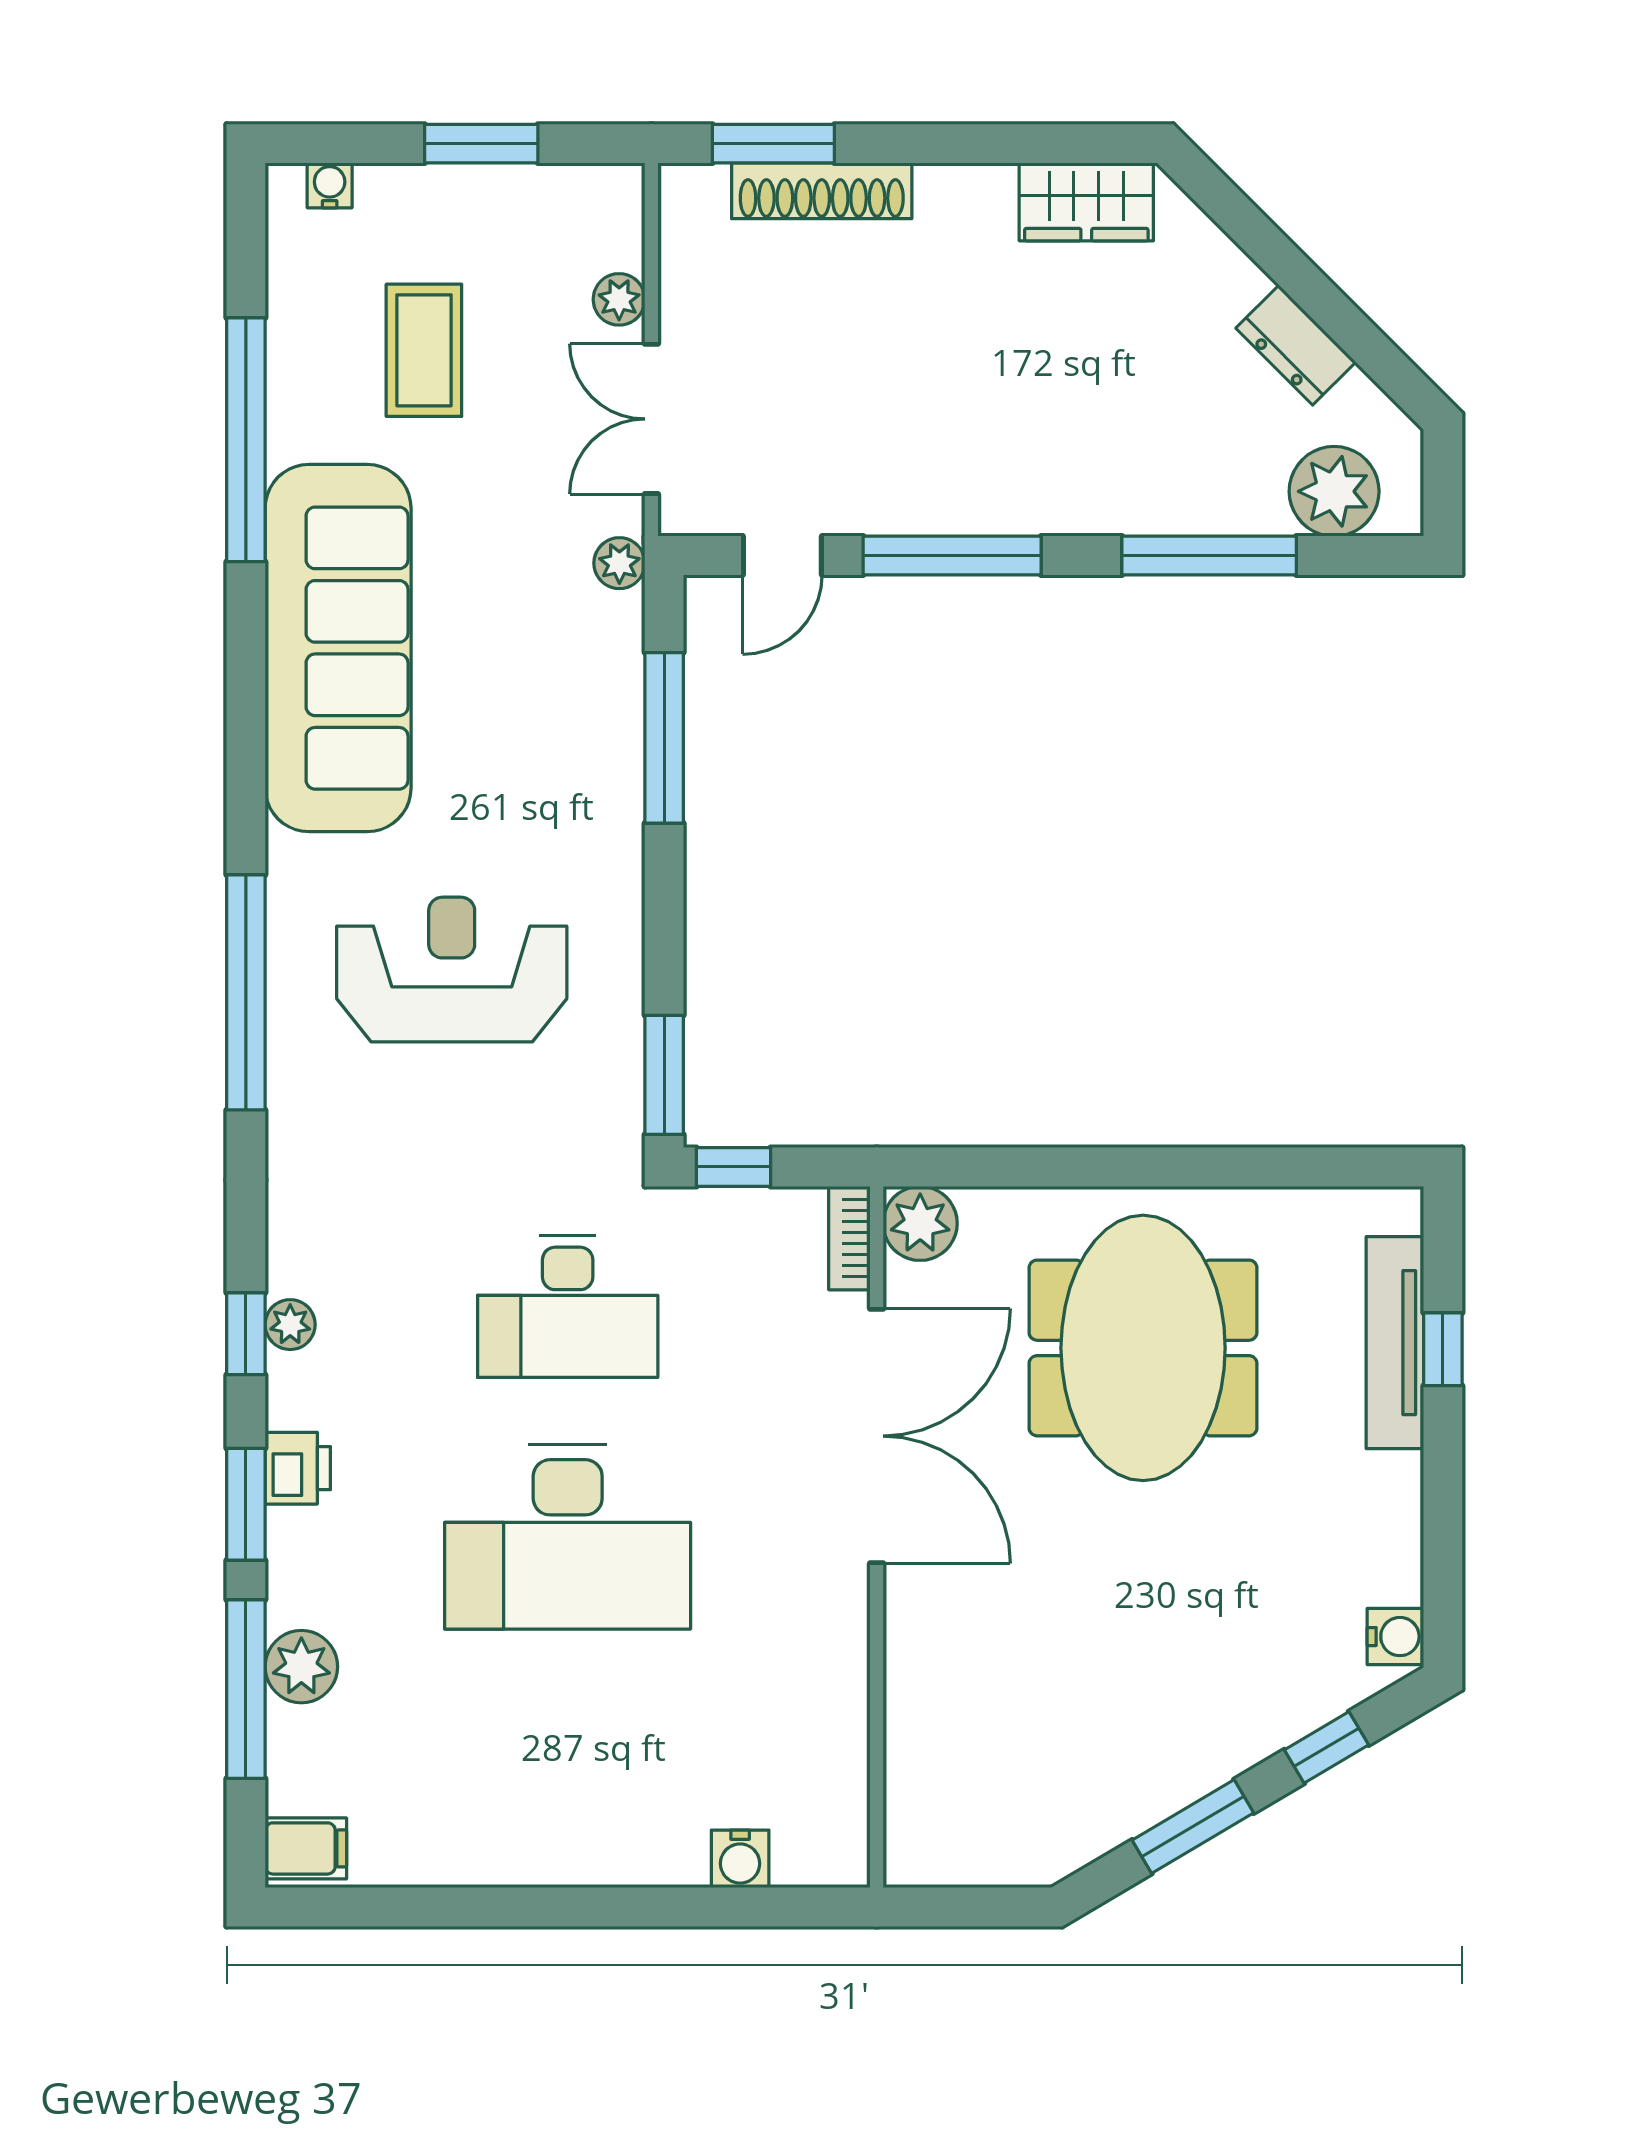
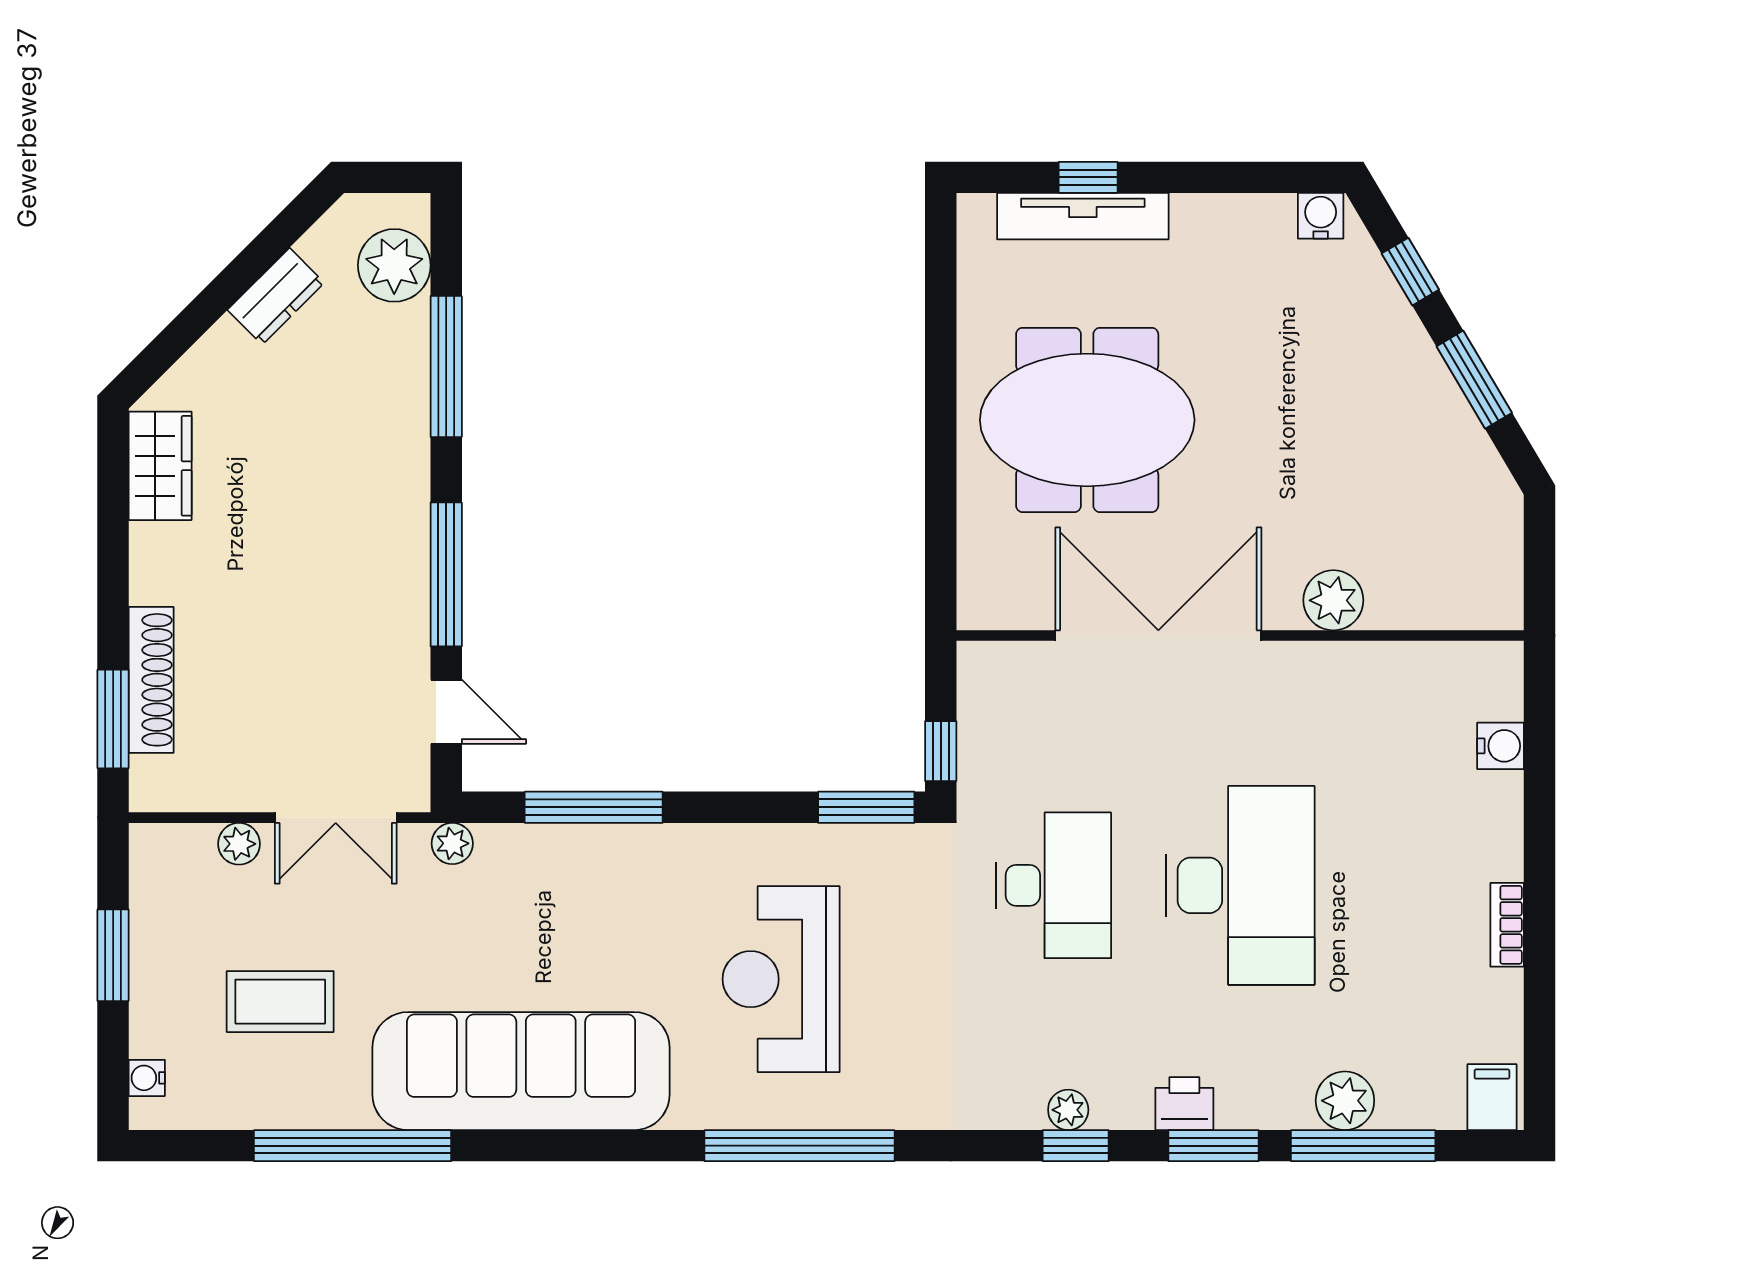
plant: (920, 1223) -> (1333, 600), moved
bookcase: (849, 1238) -> (1507, 925), moved, turned 90

